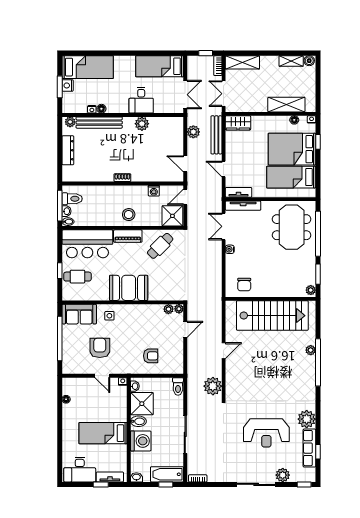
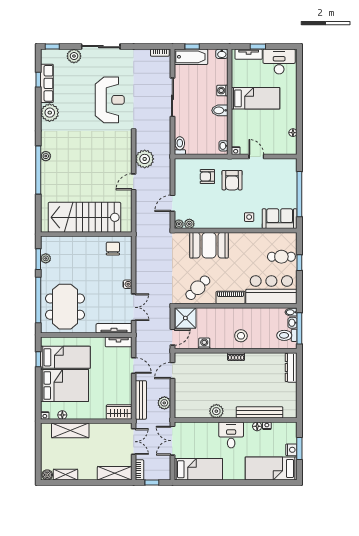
desk: (141, 100) -> (231, 435), moved
plant: (70, 122) -> (289, 413), removed
window: (318, 142) -> (38, 359), moved
dresser: (68, 150) -> (291, 367), moved
door: (185, 164) -> (172, 371), swing flipped
stool: (129, 215) -> (241, 336), moved
booth: (129, 288) -> (209, 245), moved
plant: (311, 290) -> (46, 258), moved
armchair: (100, 348) -> (232, 180), moved
plant: (311, 350) -> (46, 156), moved
plant: (213, 386) -> (145, 159), moved
shower: (142, 404) -> (216, 128), removed
reception desk: (266, 433) -> (110, 100), moved, turned 90
washing machine: (141, 441) -> (222, 91), width x0.53, depth x0.53

